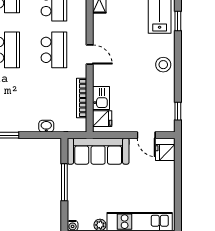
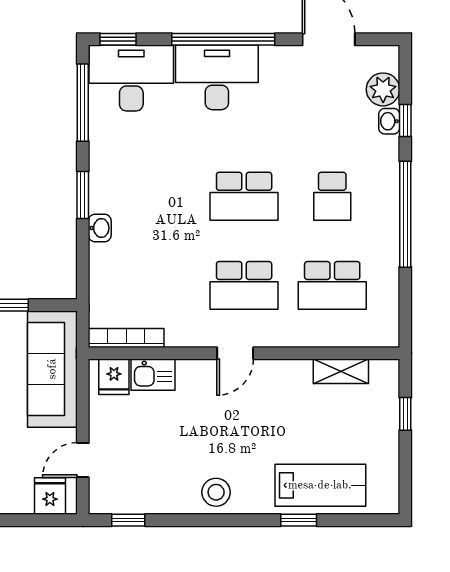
bookcase: (82, 98) -> (126, 338), moved
washbasin: (46, 126) -> (100, 228), moved

